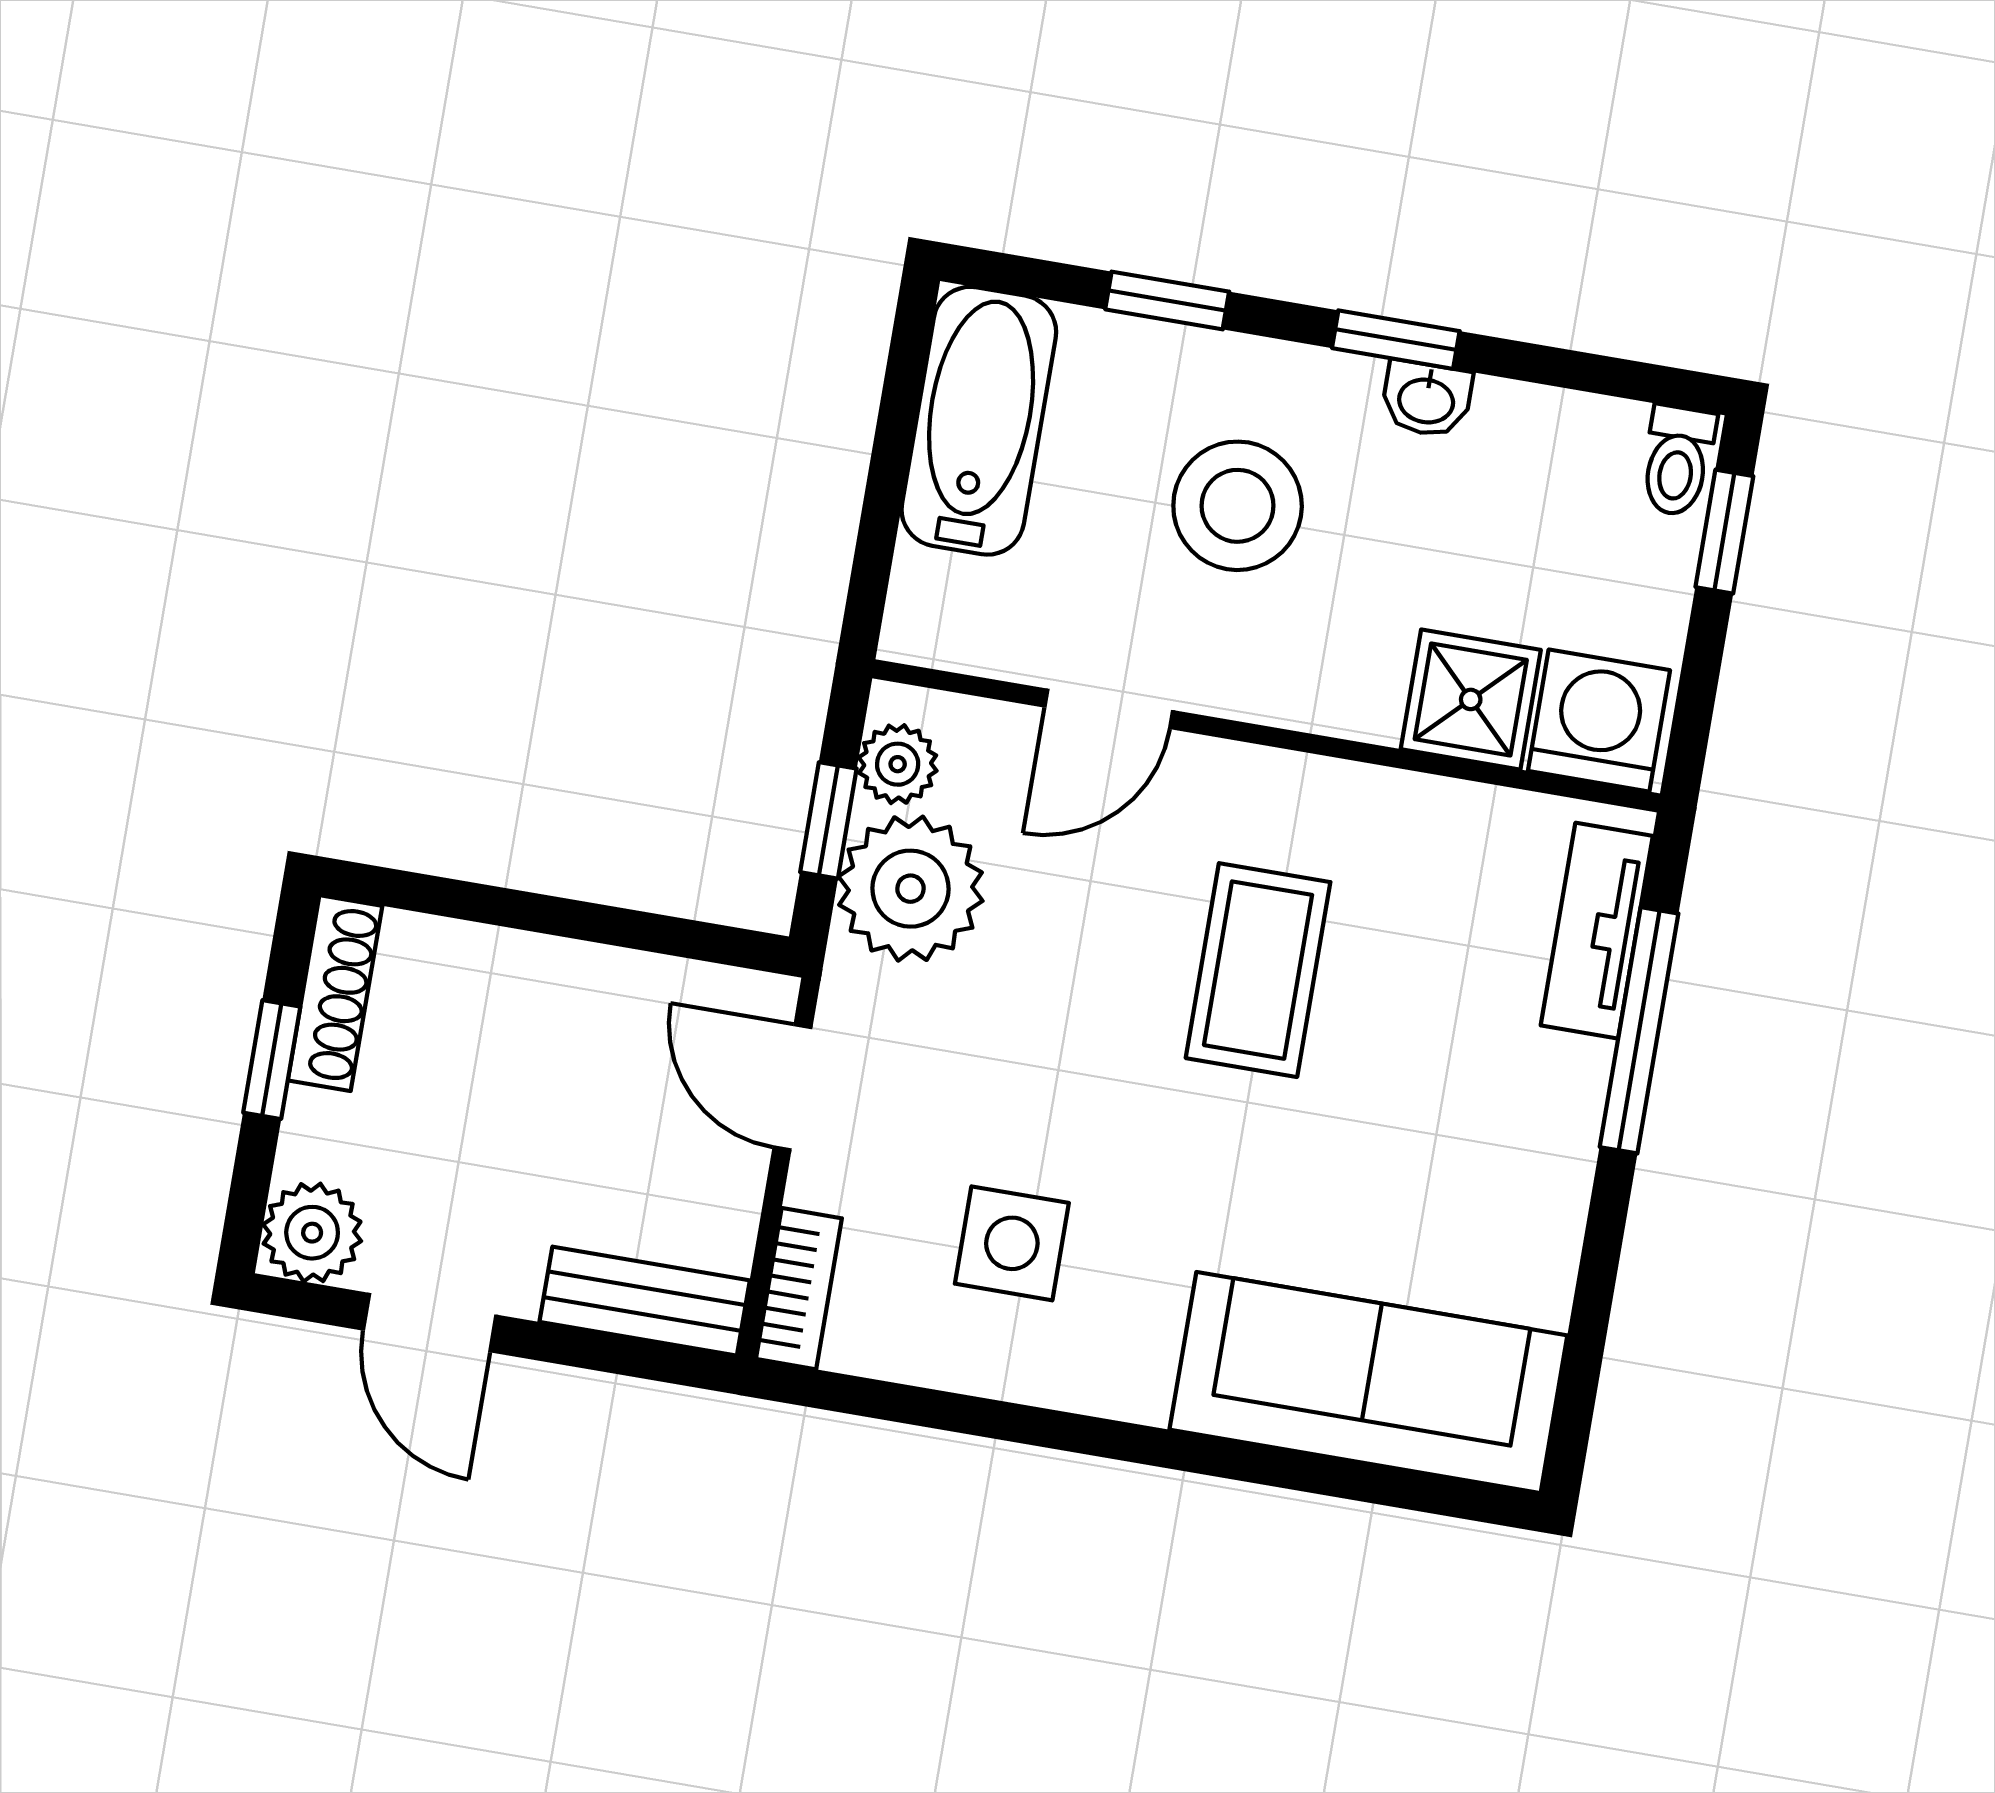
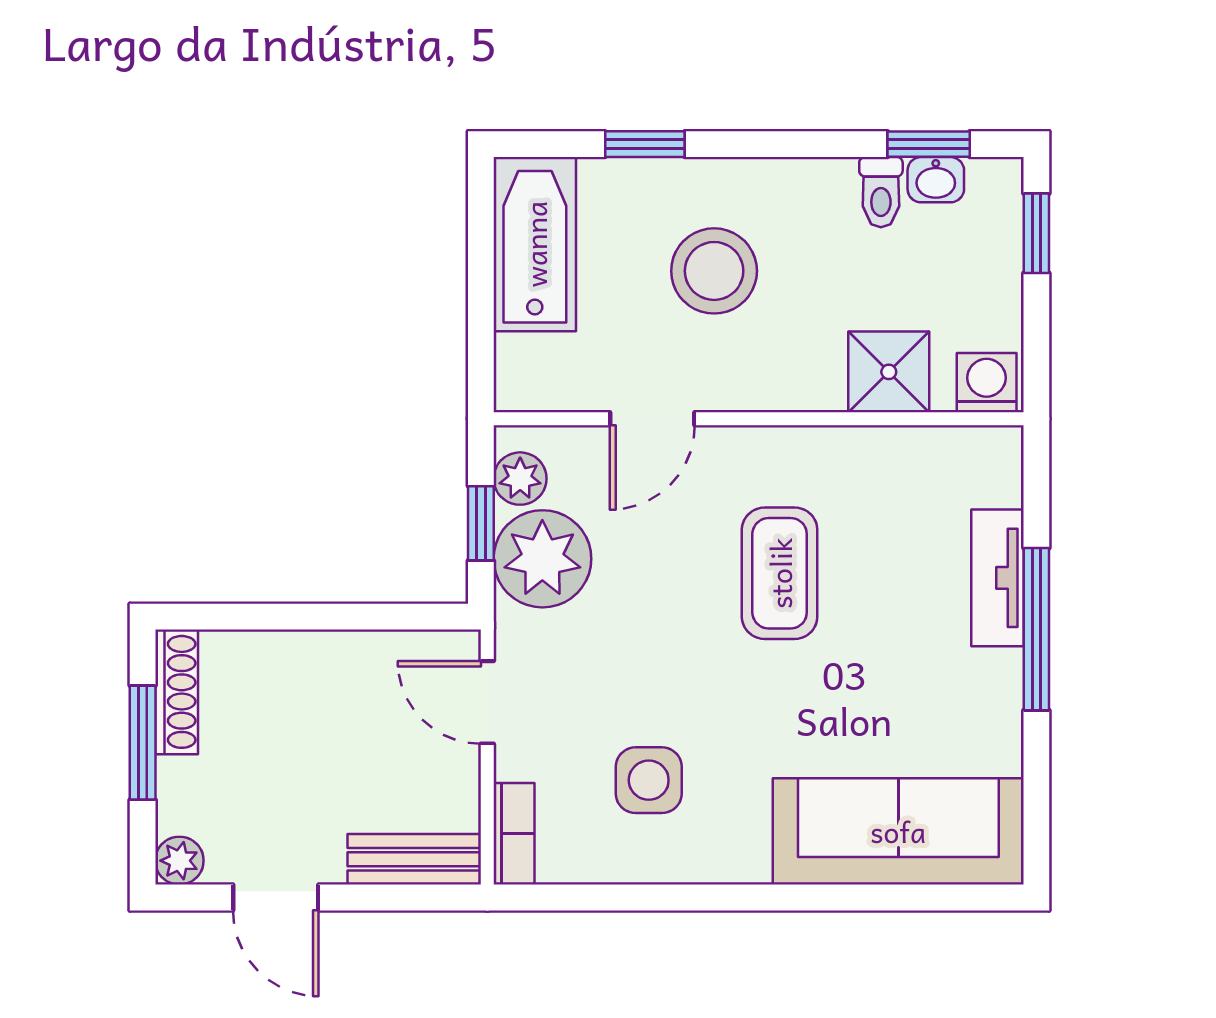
window: (1396, 340) -> (929, 144), moved
washbasin: (1426, 399) -> (936, 180), moved
toilet: (1678, 461) -> (881, 192), moved
washing machine: (1599, 721) -> (987, 383), width x0.73, depth x0.73
tv unit: (1597, 931) -> (997, 578), moved
window: (1639, 1030) -> (1036, 629), moved
window: (272, 1060) -> (143, 743), width x1.50
plant: (312, 1233) -> (179, 861), width x0.73, depth x0.73

